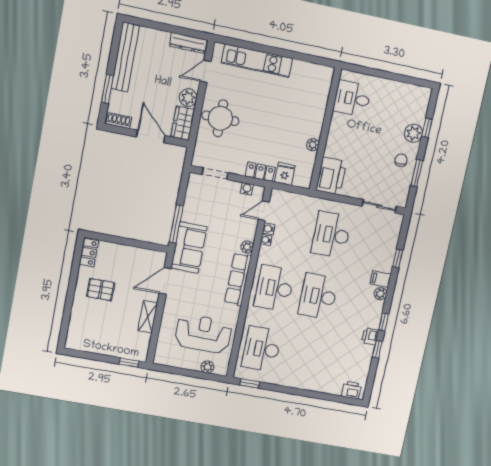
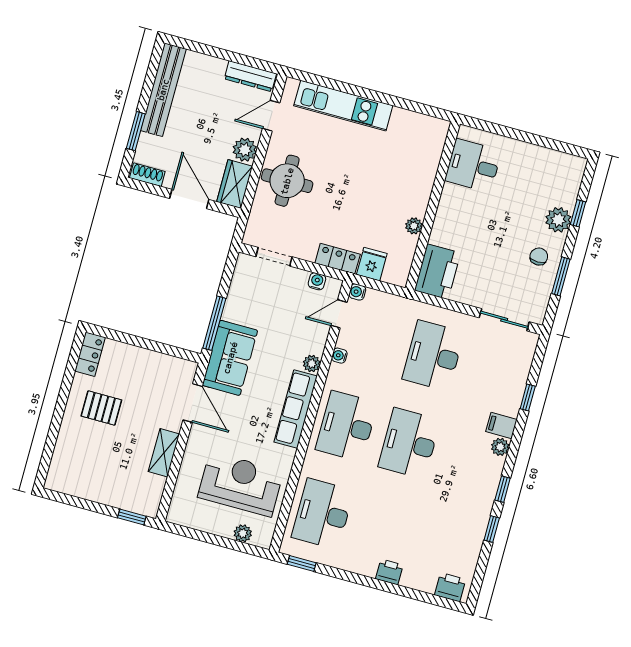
water cooler: (269, 229) -> (357, 292), moved
door: (165, 281) -> (193, 403), swing flipped
printer: (370, 336) -> (389, 572), moved, turned 90

